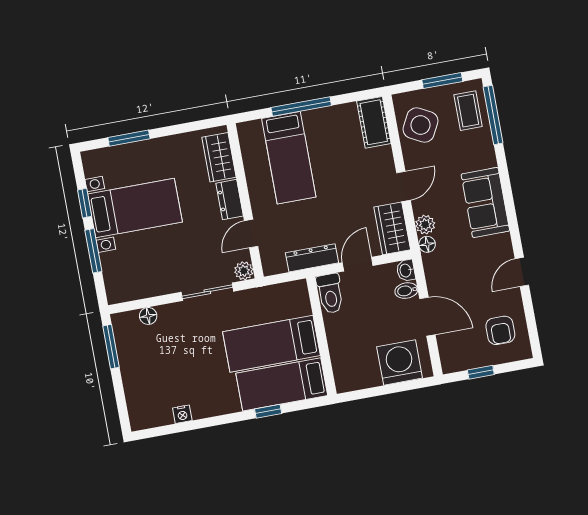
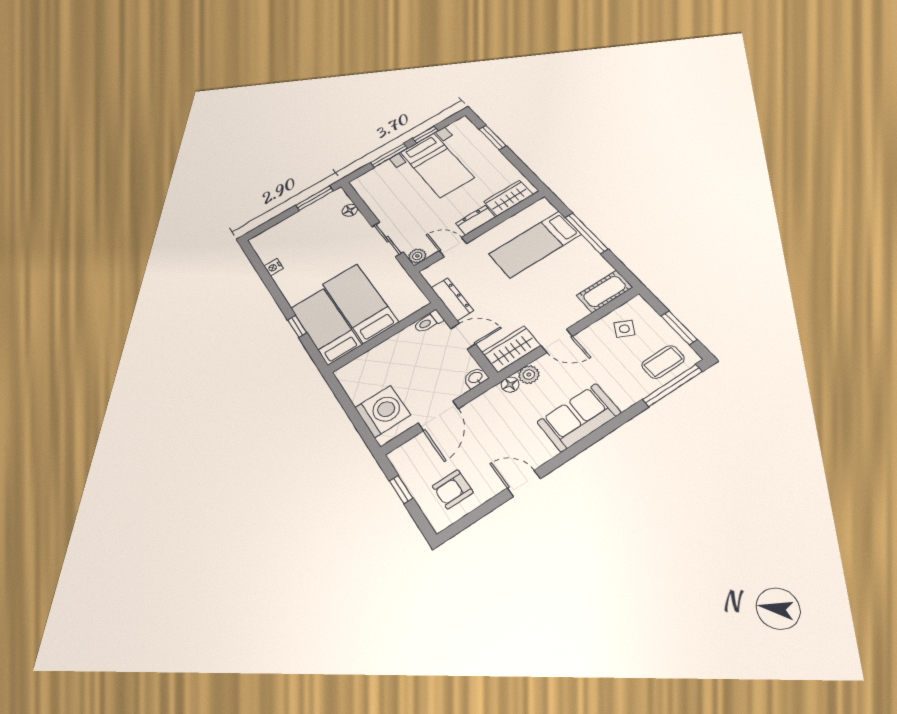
side table: (420, 125) -> (624, 329), width x0.54, depth x0.54
bidet: (406, 291) -> (456, 387), removed
toilet: (330, 293) -> (428, 322), width x0.73, depth x0.72

